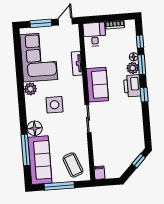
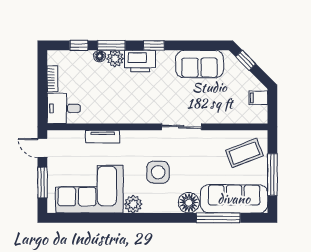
sofa: (97, 85) -> (200, 64), moved, turned 180
filing cabinet: (99, 173) -> (258, 98), moved

